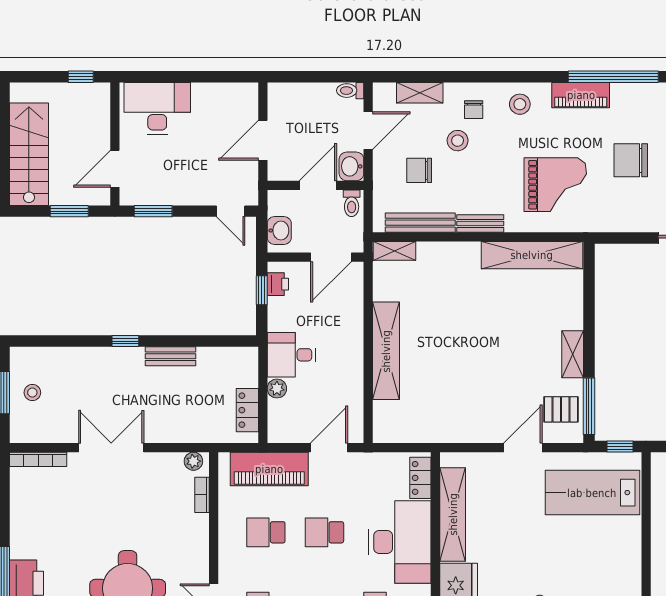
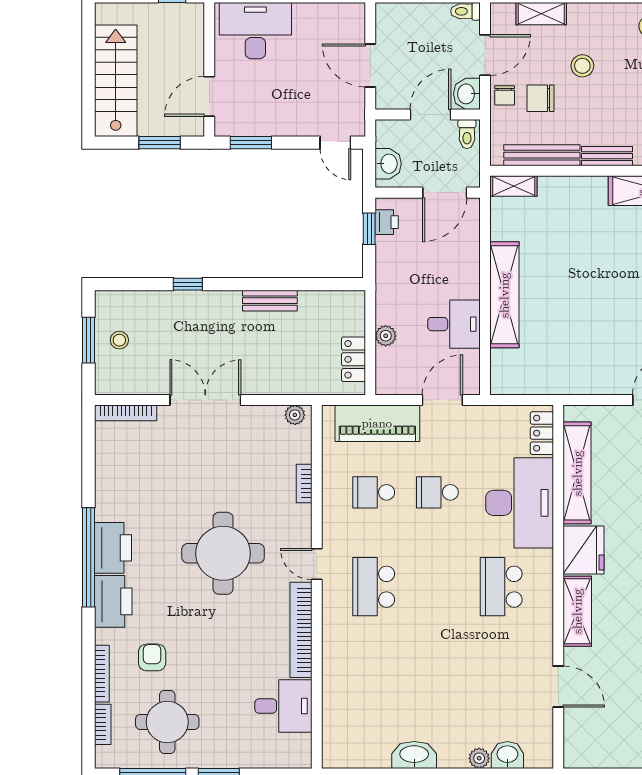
chair: (474, 110) -> (505, 95), moved
door: (263, 140) -> (370, 65), hinge flipped
window: (125, 341) -> (188, 284), moved
desk: (291, 355) -> (454, 324), moved, turned 180
bookcase: (202, 495) -> (304, 483), moved

